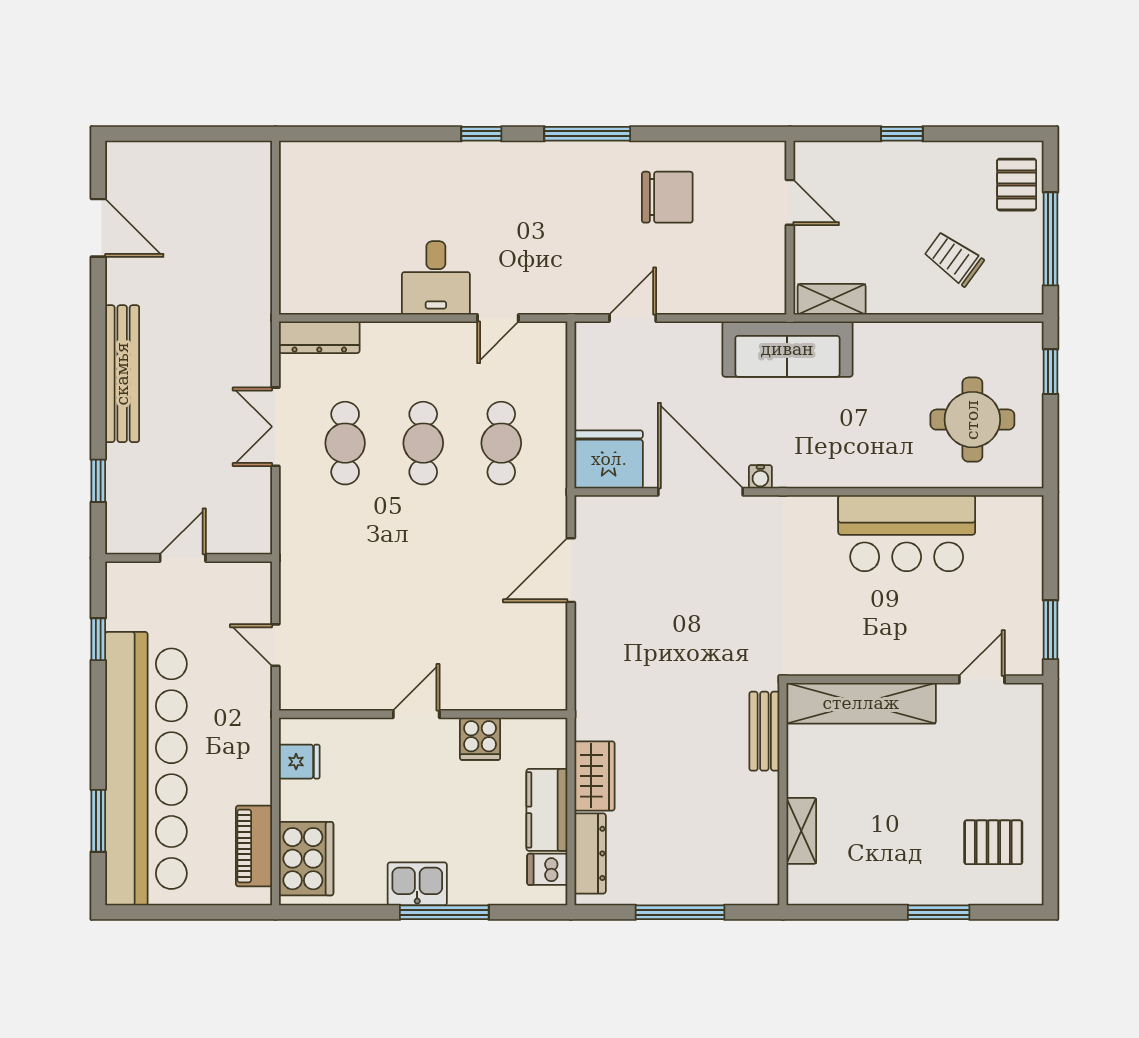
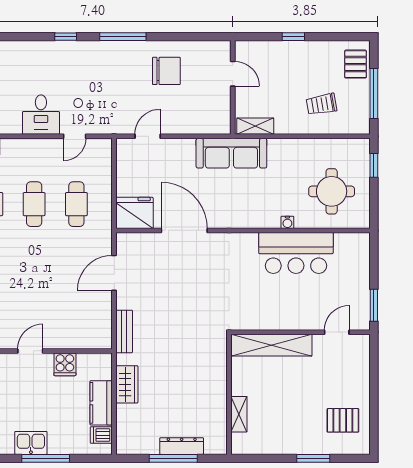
trolley: (954, 259) -> (321, 104), turned -46
water cooler: (760, 477) -> (287, 222), moved
bench: (764, 731) -> (124, 331), moved
dresser: (590, 853) -> (182, 446), moved, turned -90

